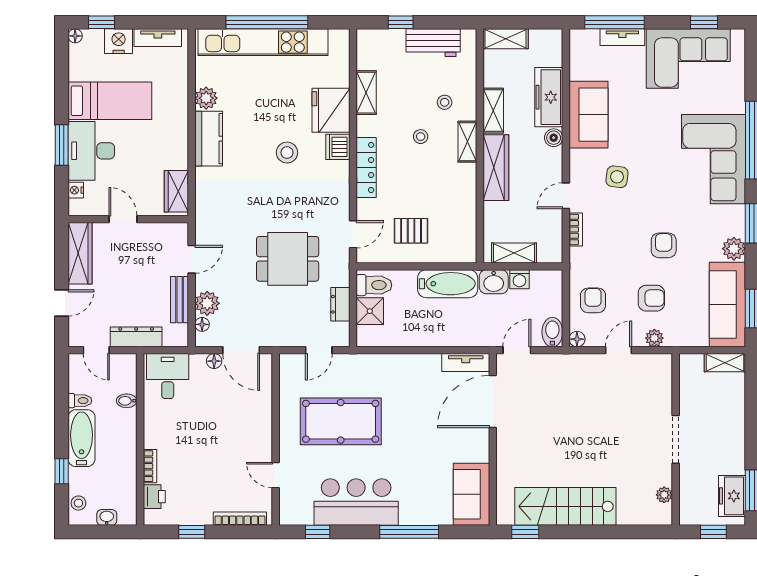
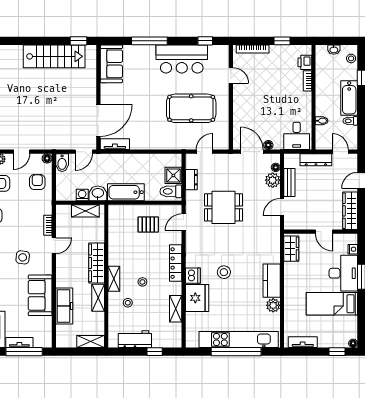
nightstand: (119, 41) -> (327, 340), removed
boiler: (554, 138) -> (61, 281), removed
armchair: (593, 300) -> (37, 182), turned 180

